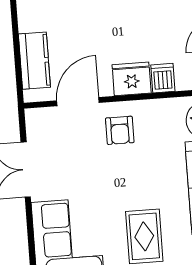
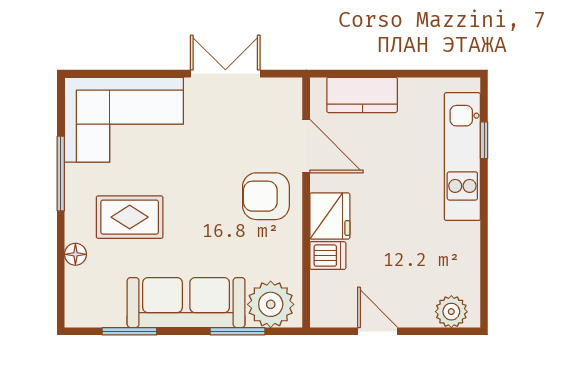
armchair: (120, 130) -> (266, 196), width x1.38, depth x1.38

